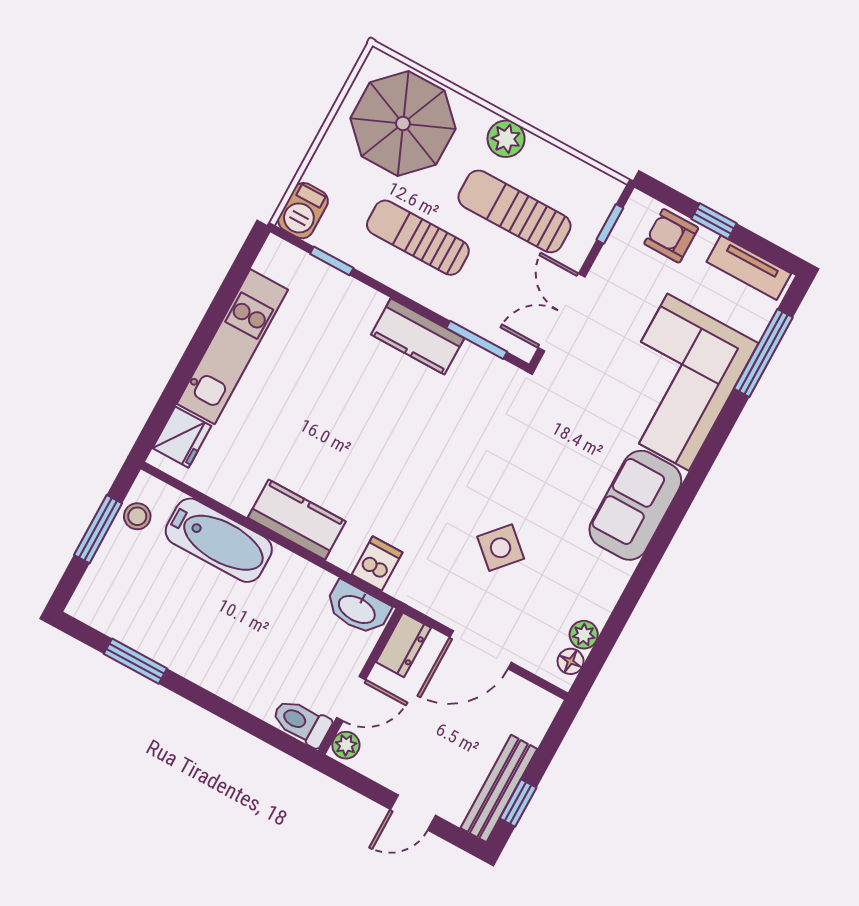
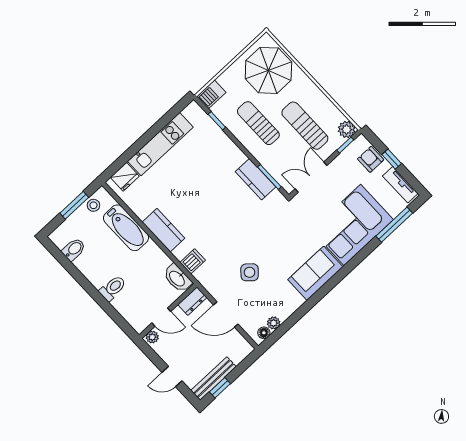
plant: (506, 139) -> (347, 129), moved
kitchen counter: (418, 336) -> (256, 179), moved
bidet: (127, 619) -> (74, 249), added
window: (135, 661) -> (71, 269), removed
toilet: (302, 722) -> (113, 288), moved, turned 90

